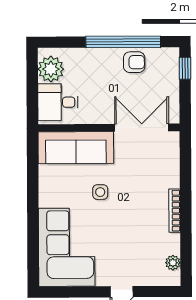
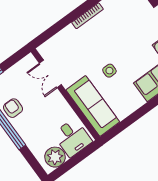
double door: (142, 128) -> (50, 74), width x0.73

